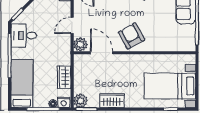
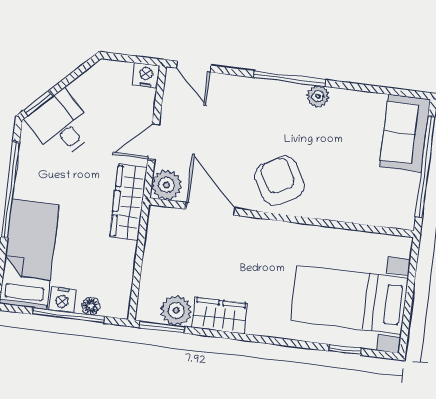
desk: (24, 36) -> (61, 125), moved, turned 45
wardrobe: (64, 77) -> (128, 202), moved, width x1.50
plant: (80, 101) -> (176, 310), moved
nightstand: (64, 102) -> (62, 300), moved

